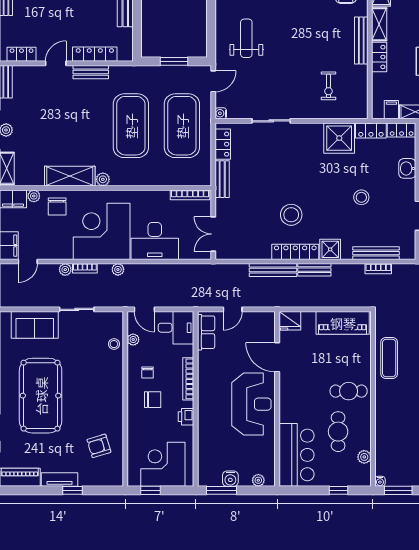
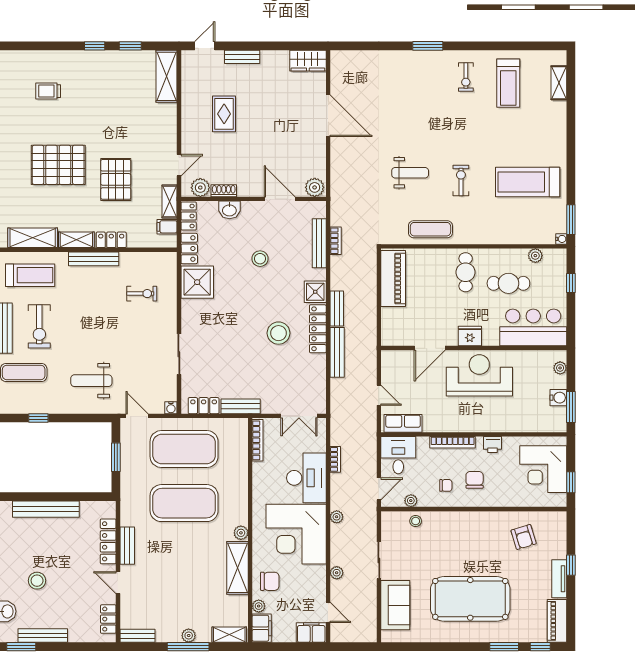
bookcase: (85, 268) -> (335, 459), moved
fridge: (290, 321) -> (470, 336), moved, turned -90

